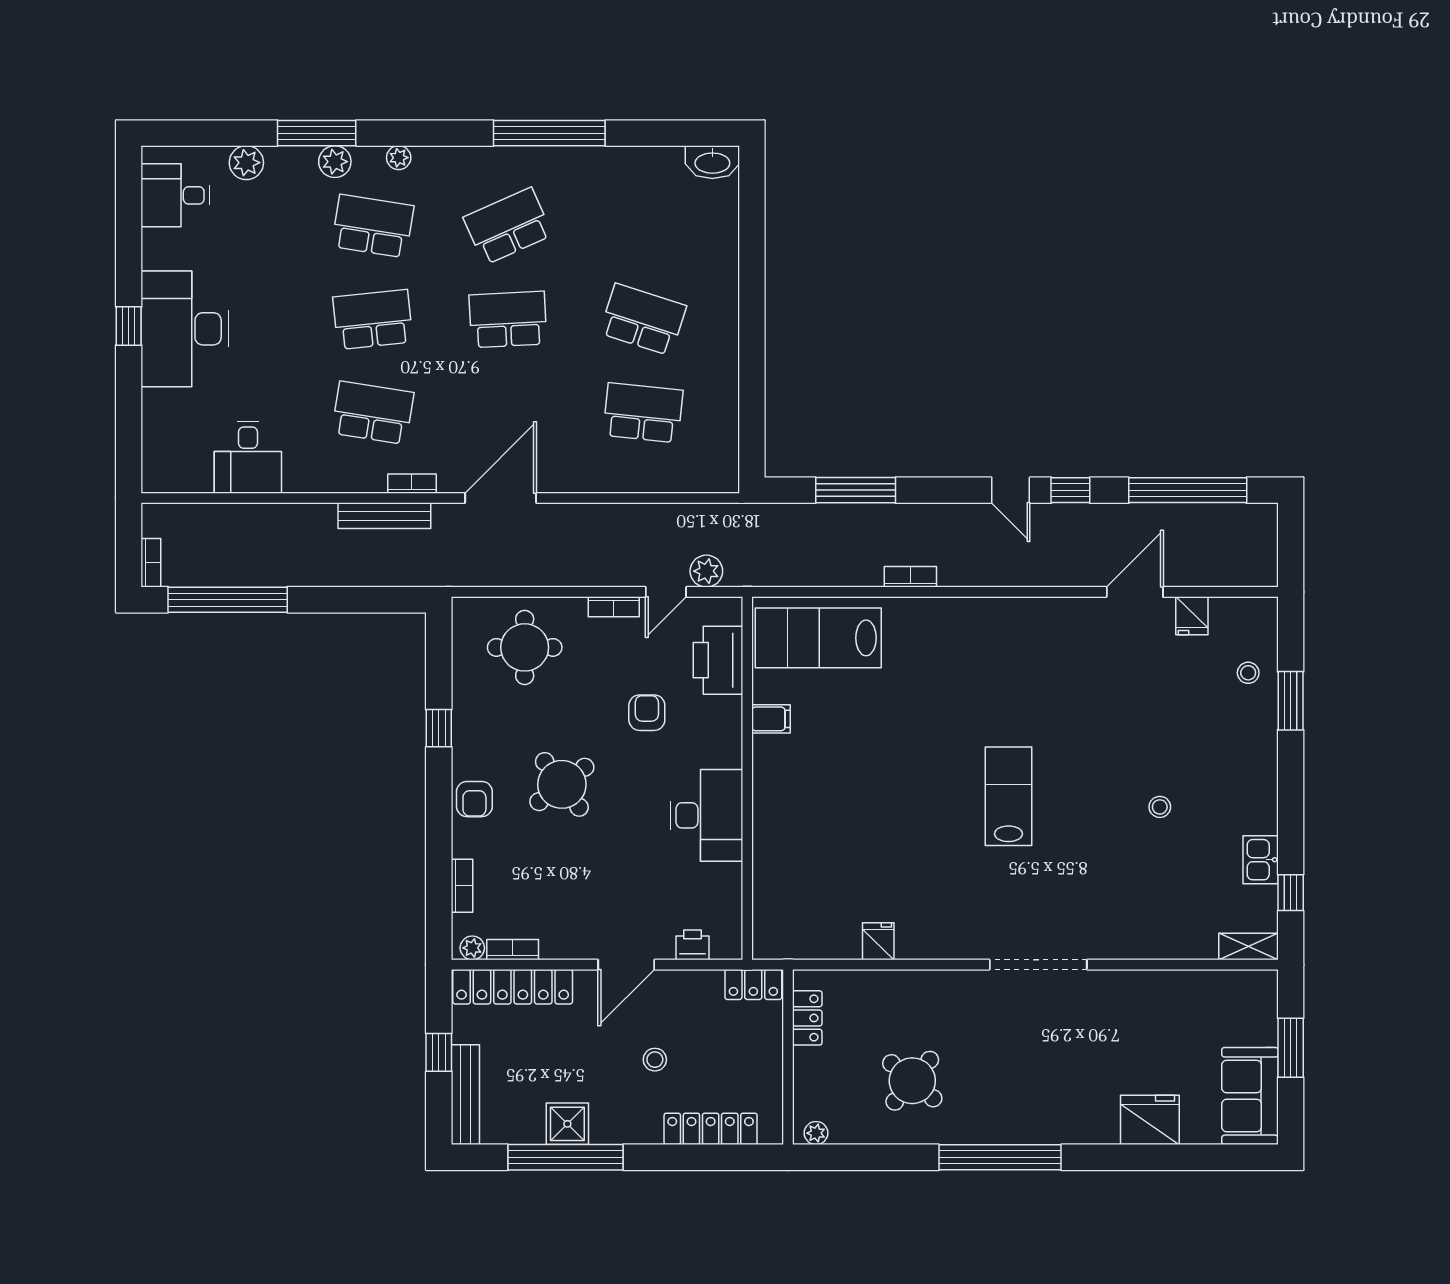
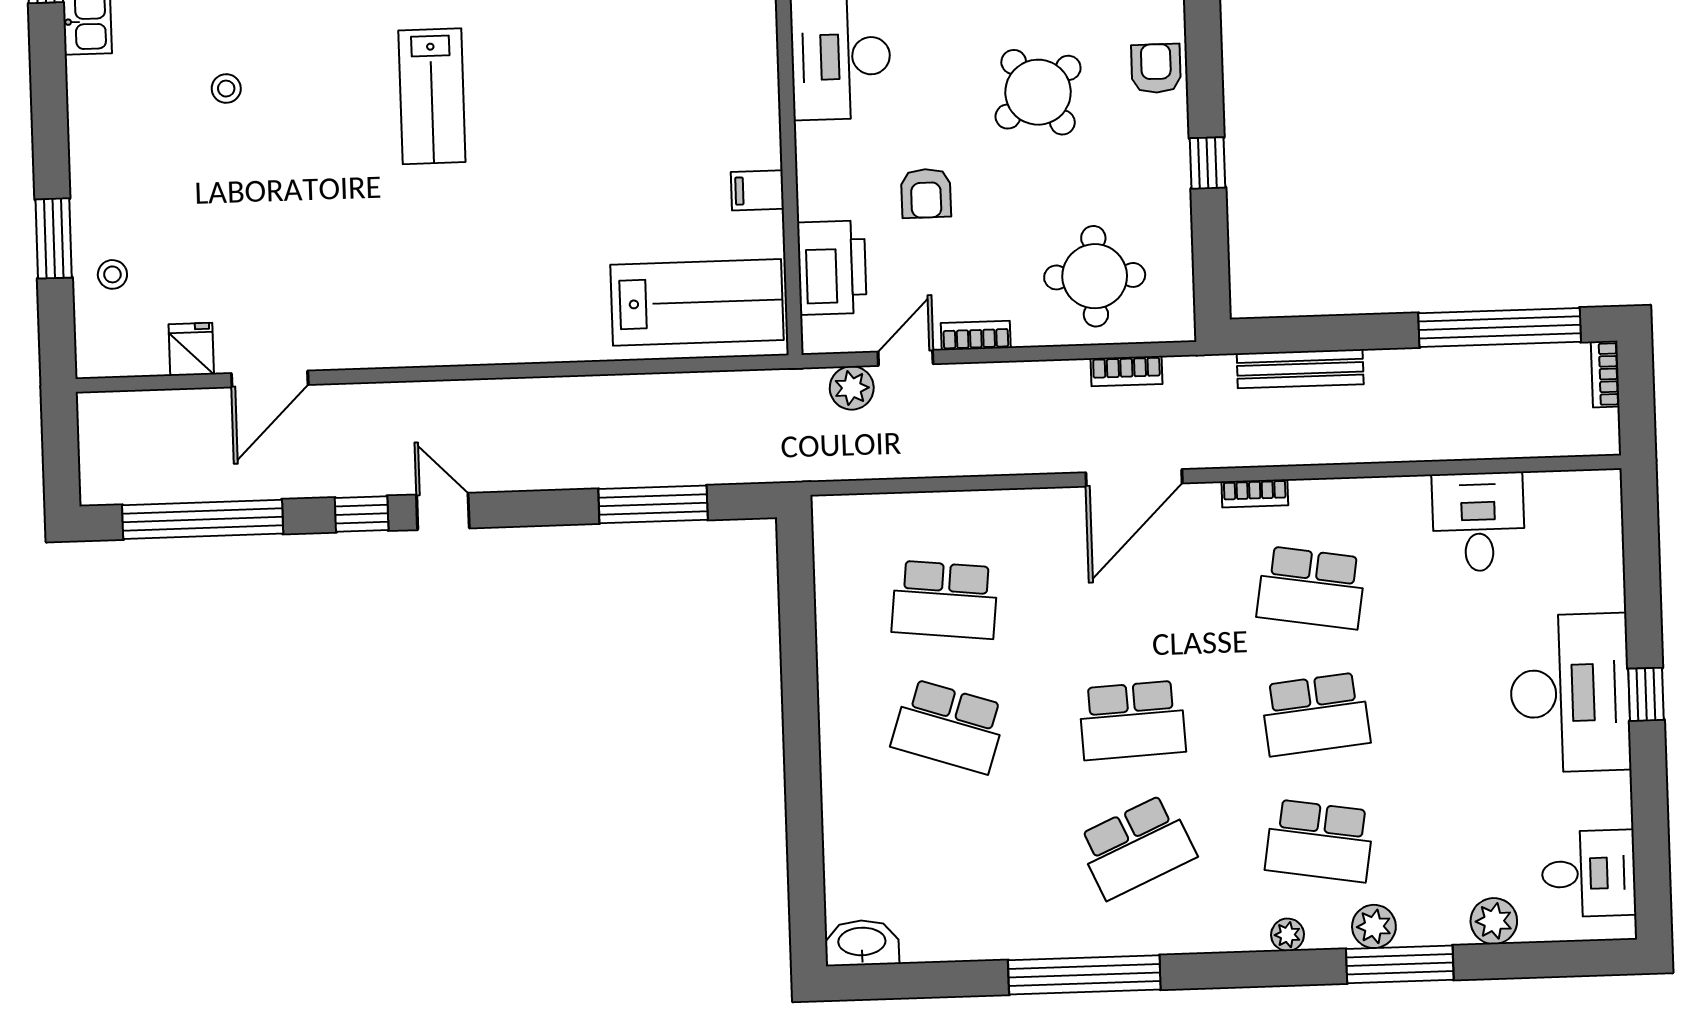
bench: (384, 516) -> (1300, 369), moved
bookcase: (910, 577) -> (1127, 371), moved

